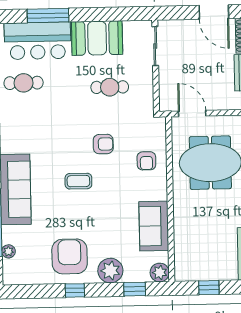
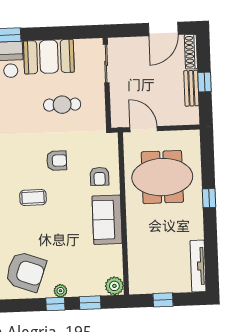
door: (214, 12) -> (163, 29), hinge flipped
sofa: (154, 226) -> (107, 220), moved
armchair: (70, 256) -> (26, 272), turned 110
plant: (110, 271) -> (60, 291), width x0.53, depth x0.53
window: (75, 290) -> (55, 304), moved

